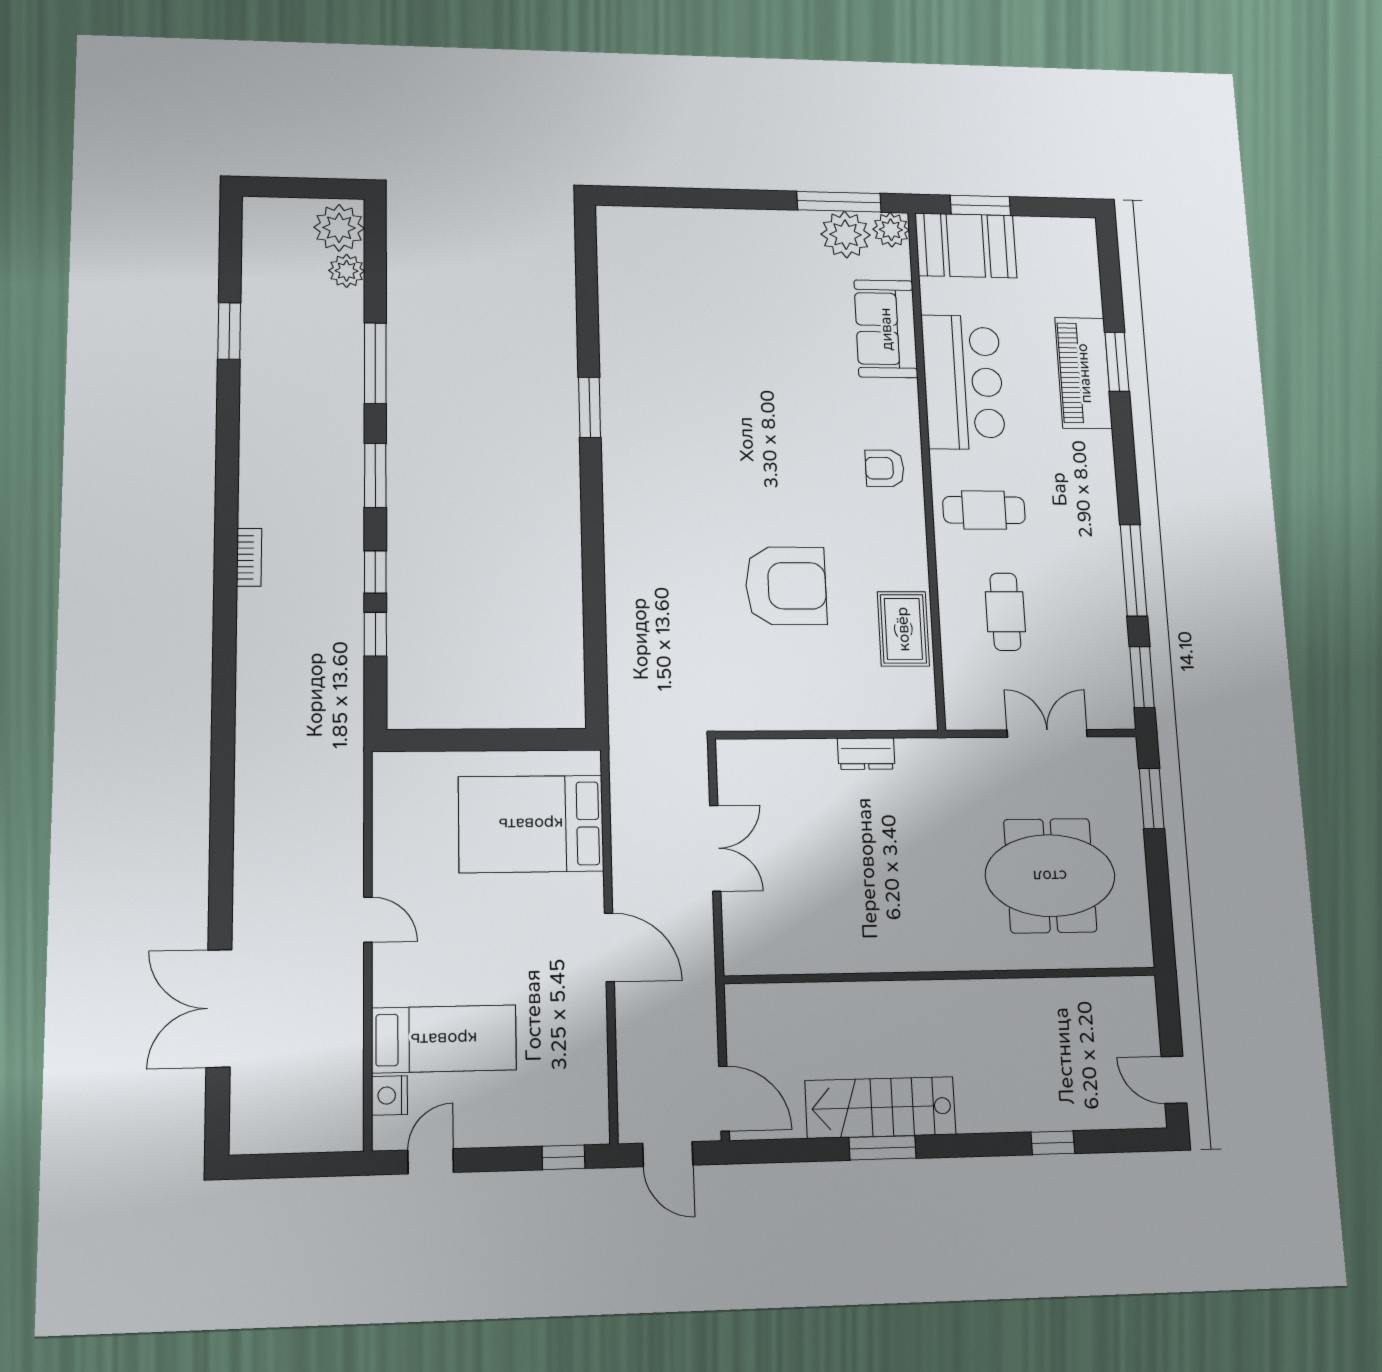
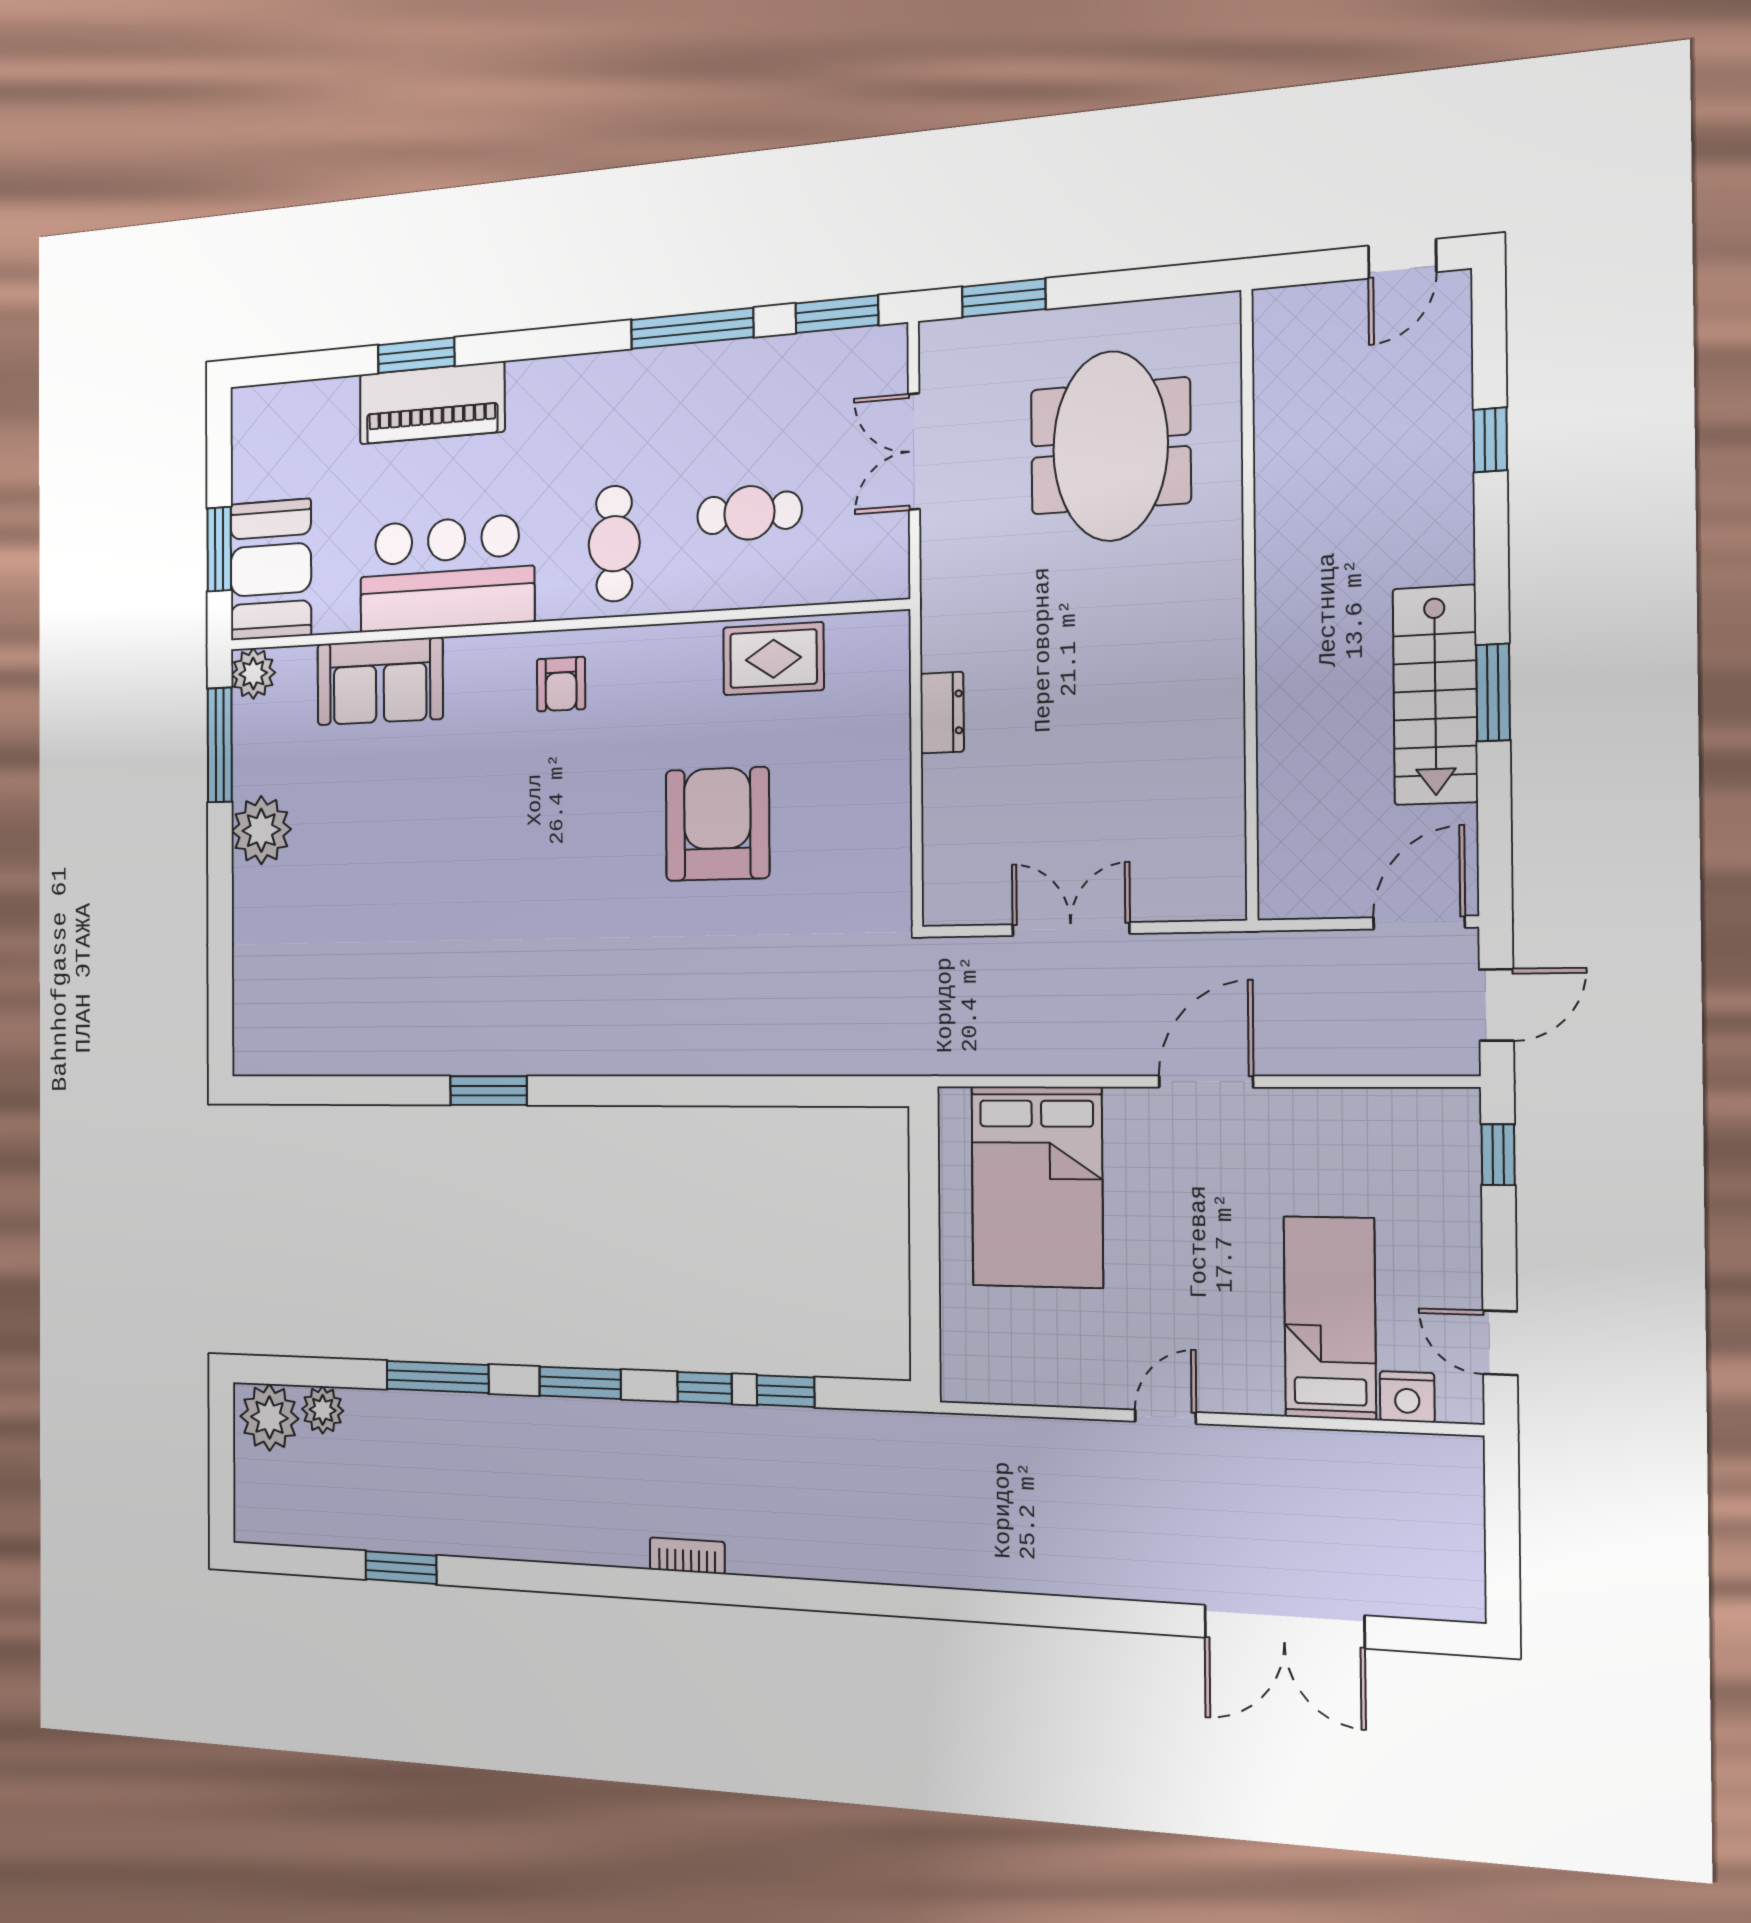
plant: (846, 235) -> (261, 830), moved

